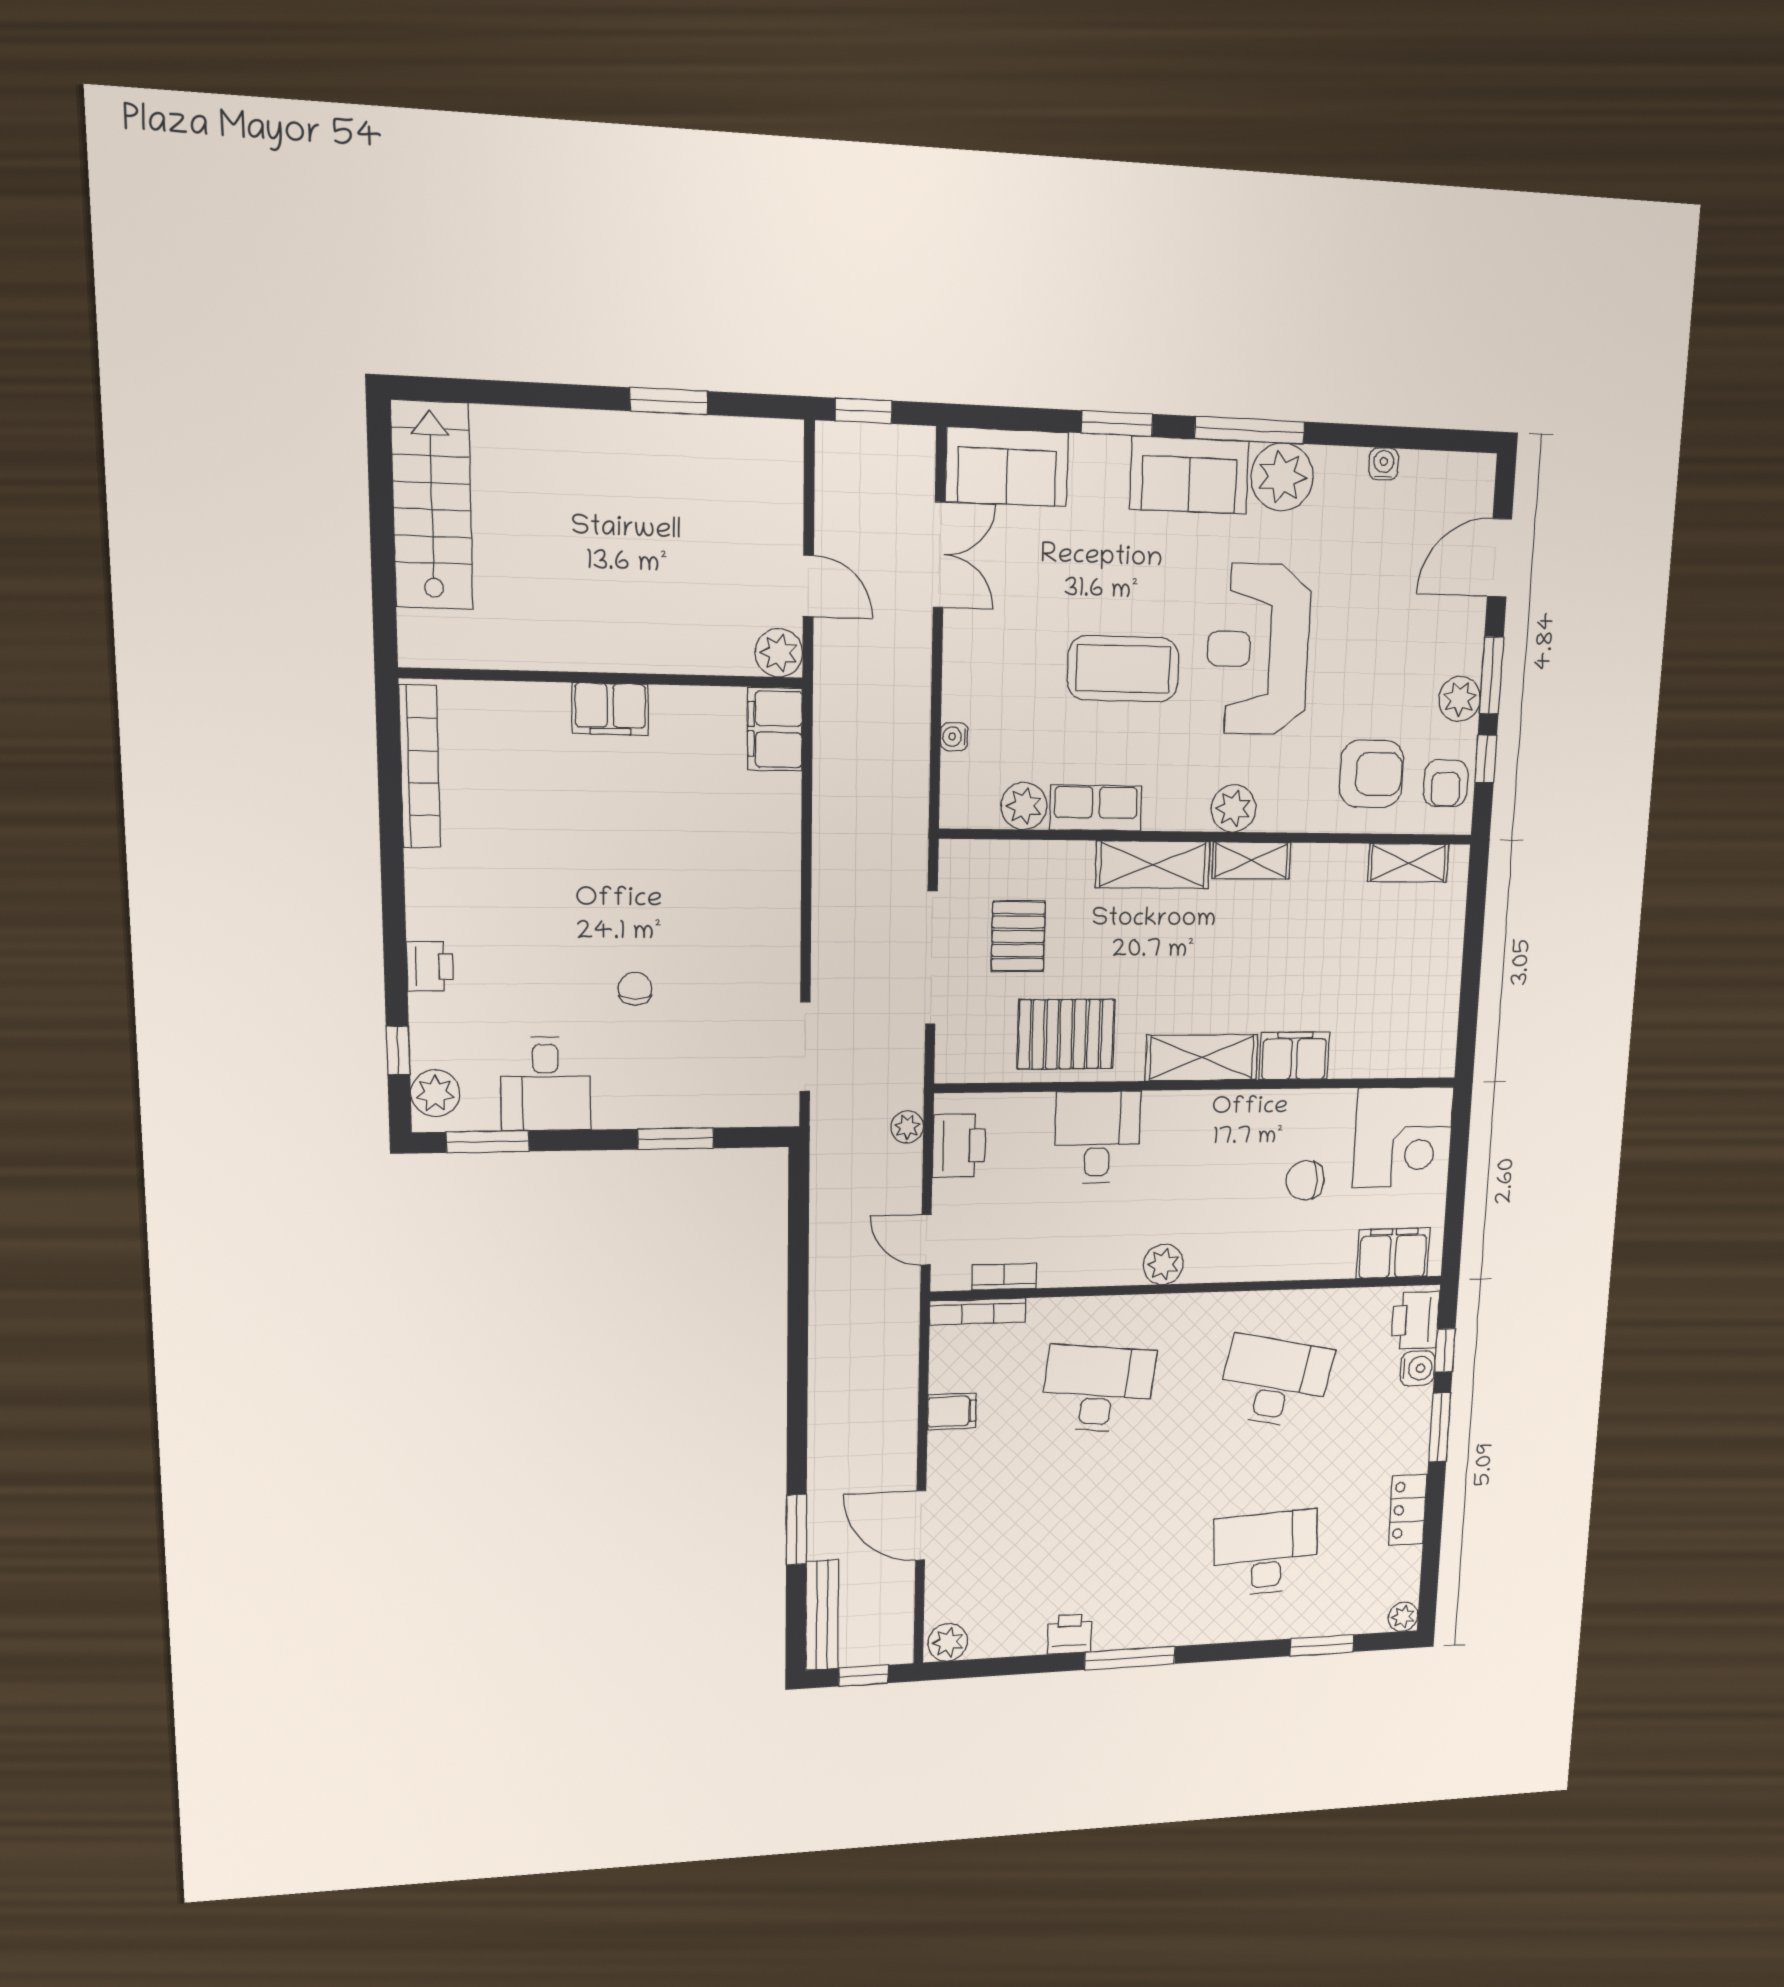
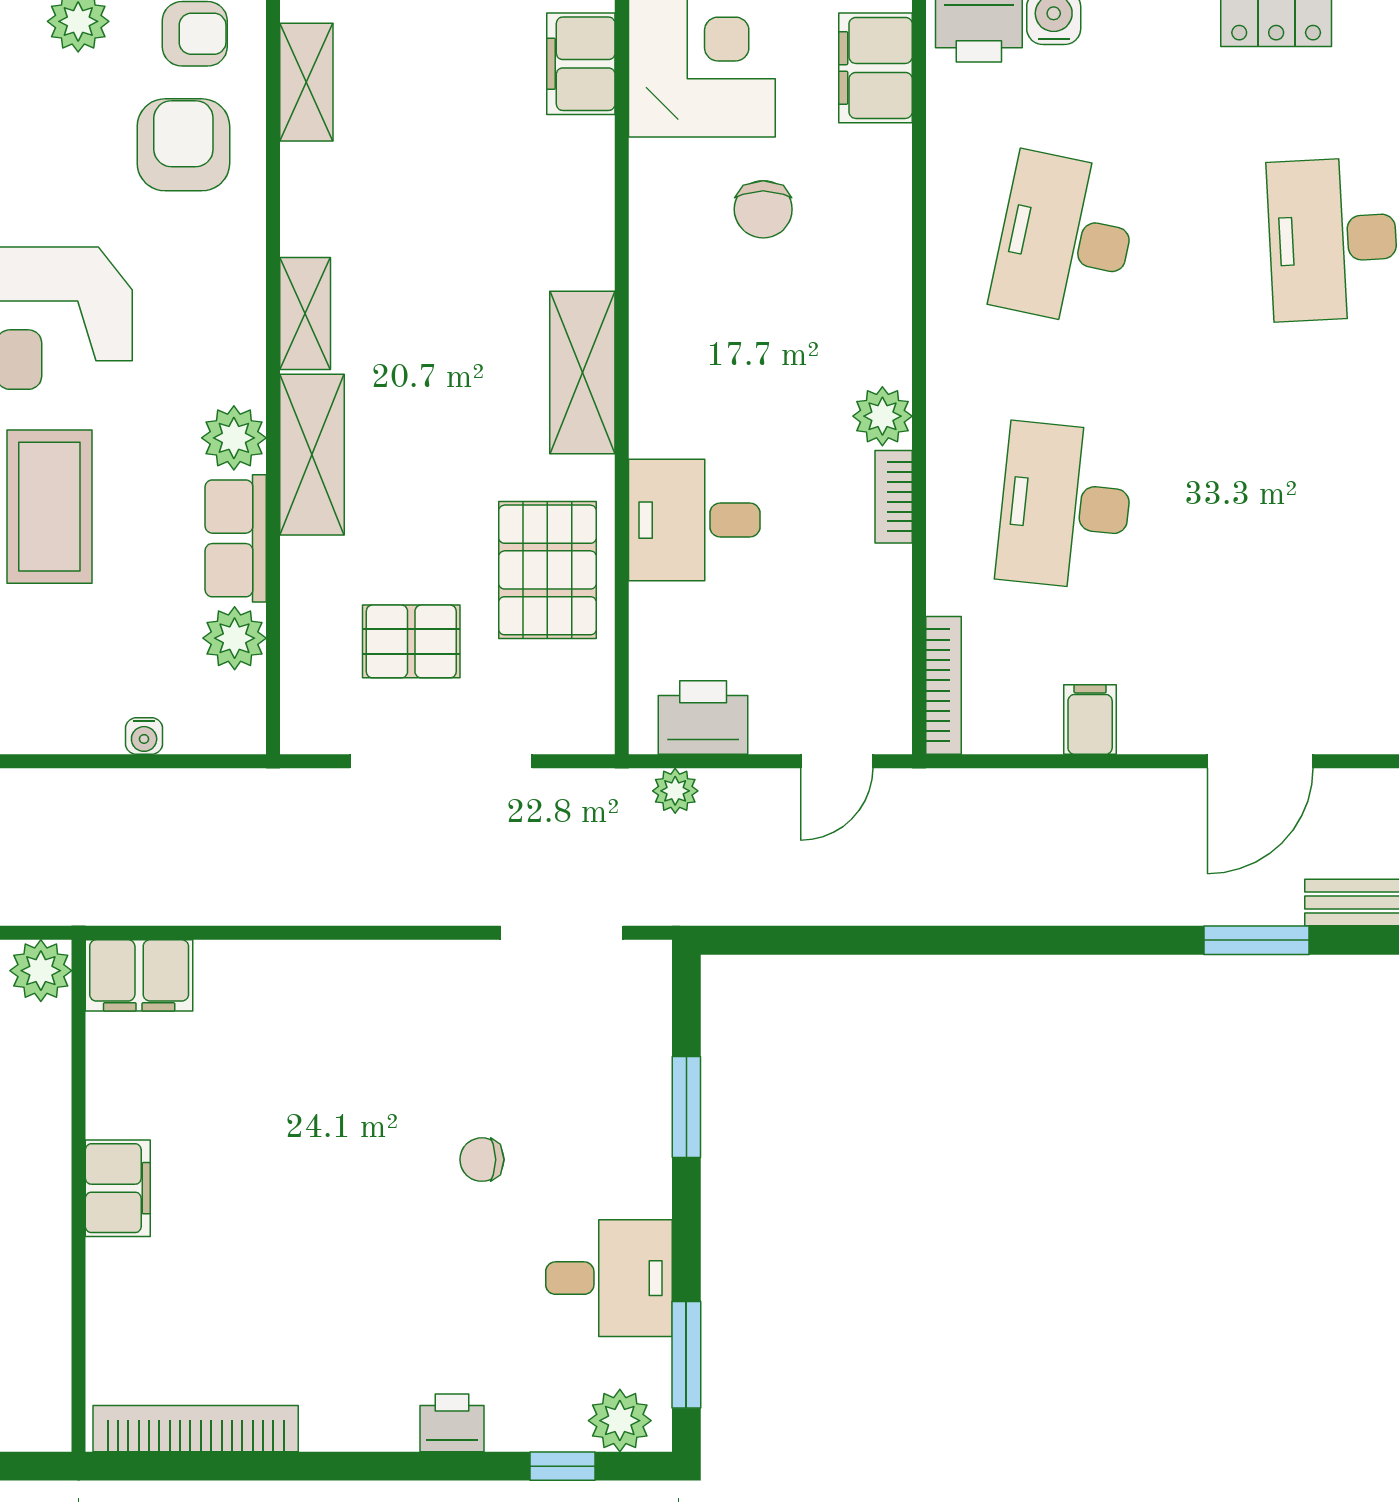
plant: (1233, 808) -> (234, 438), moved
filing cabinet: (1294, 1056) -> (581, 64), moved
bookcase: (1004, 1277) -> (894, 497), moved

